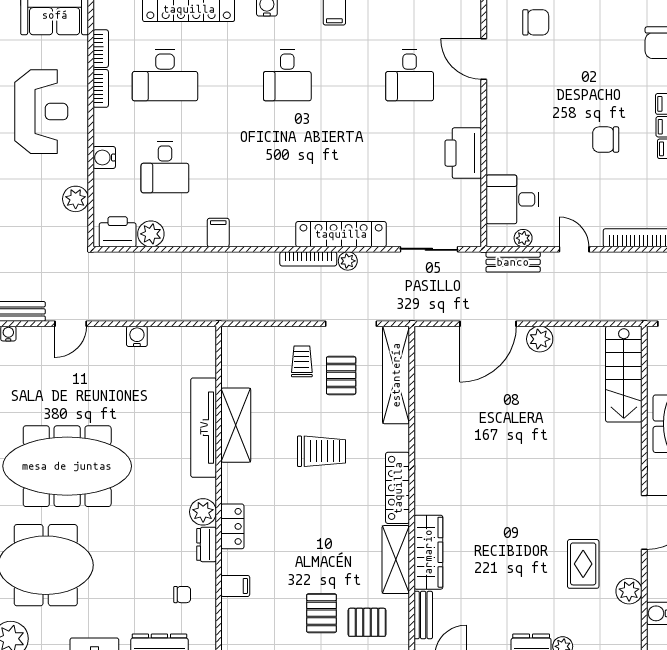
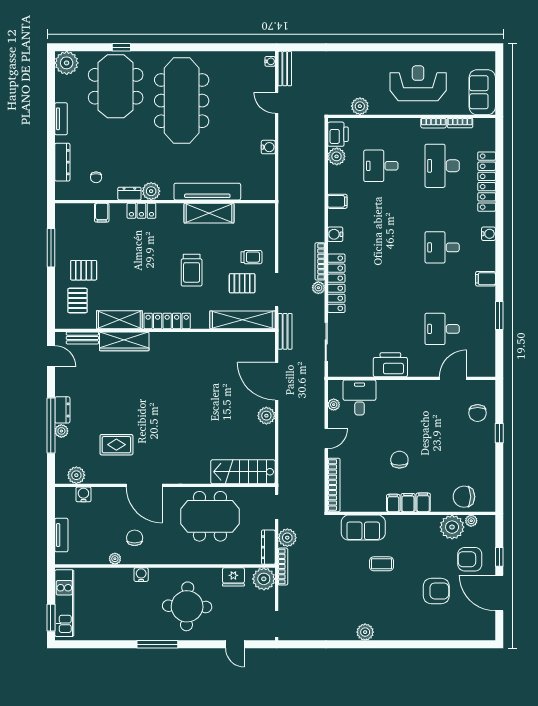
reception desk: (41, 112) -> (418, 83), turned 180
water cooler: (104, 158) -> (335, 234), moved, turned -90
bench: (513, 262) -> (285, 331), moved
plant: (629, 591) -> (76, 475), moved

